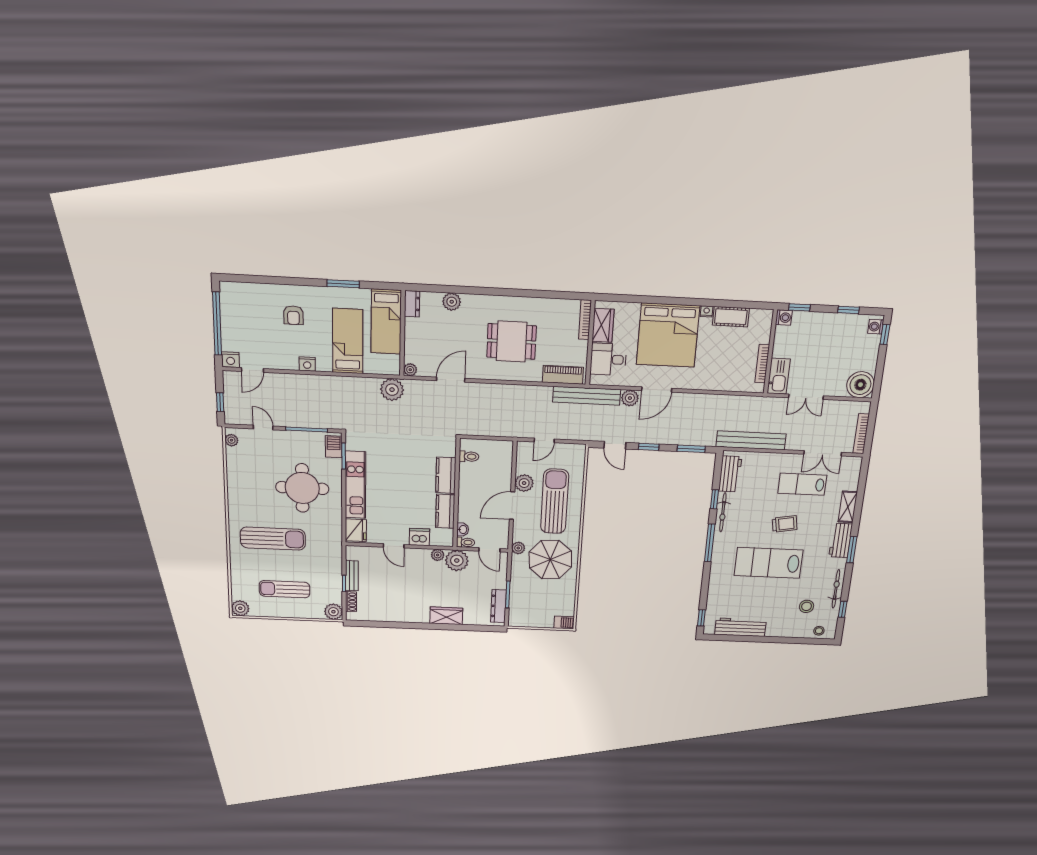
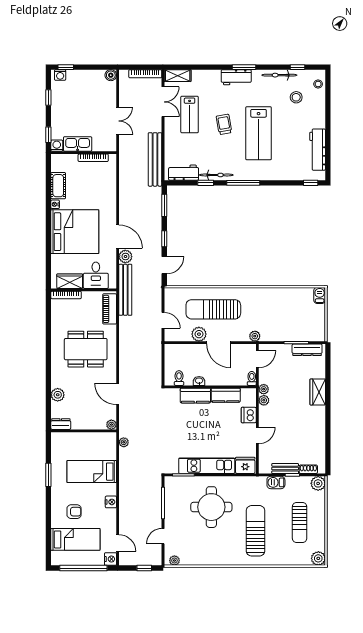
bed: (386, 322) -> (75, 539), moved
dining table: (512, 341) -> (86, 349), width x1.37
kitchen sink: (779, 376) -> (78, 144), moved
boiler: (860, 385) -> (111, 75), width x0.54, depth x0.54
plant: (392, 390) -> (124, 442), width x0.53, depth x0.53
barbecue: (334, 447) -> (276, 482), moved
shelving: (848, 507) -> (178, 76), moved
washbasin: (463, 529) -> (199, 381), moved
parasol: (550, 560) -> (264, 310), removed
plant: (457, 561) -> (264, 389), width x0.53, depth x0.53

